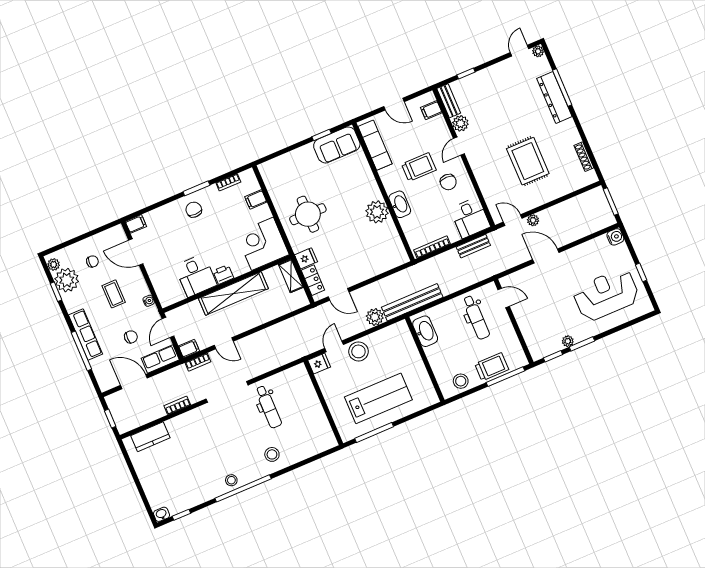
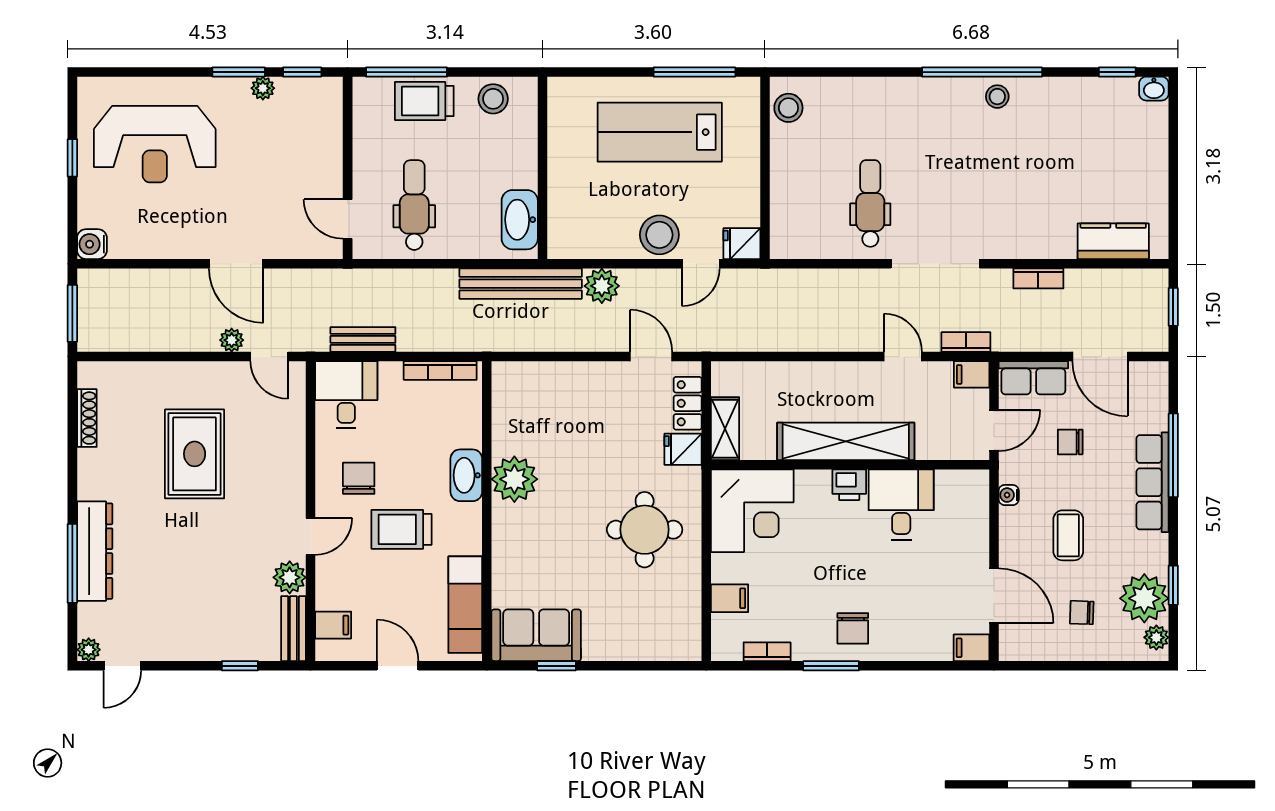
stool: (272, 454) -> (788, 108), moved

